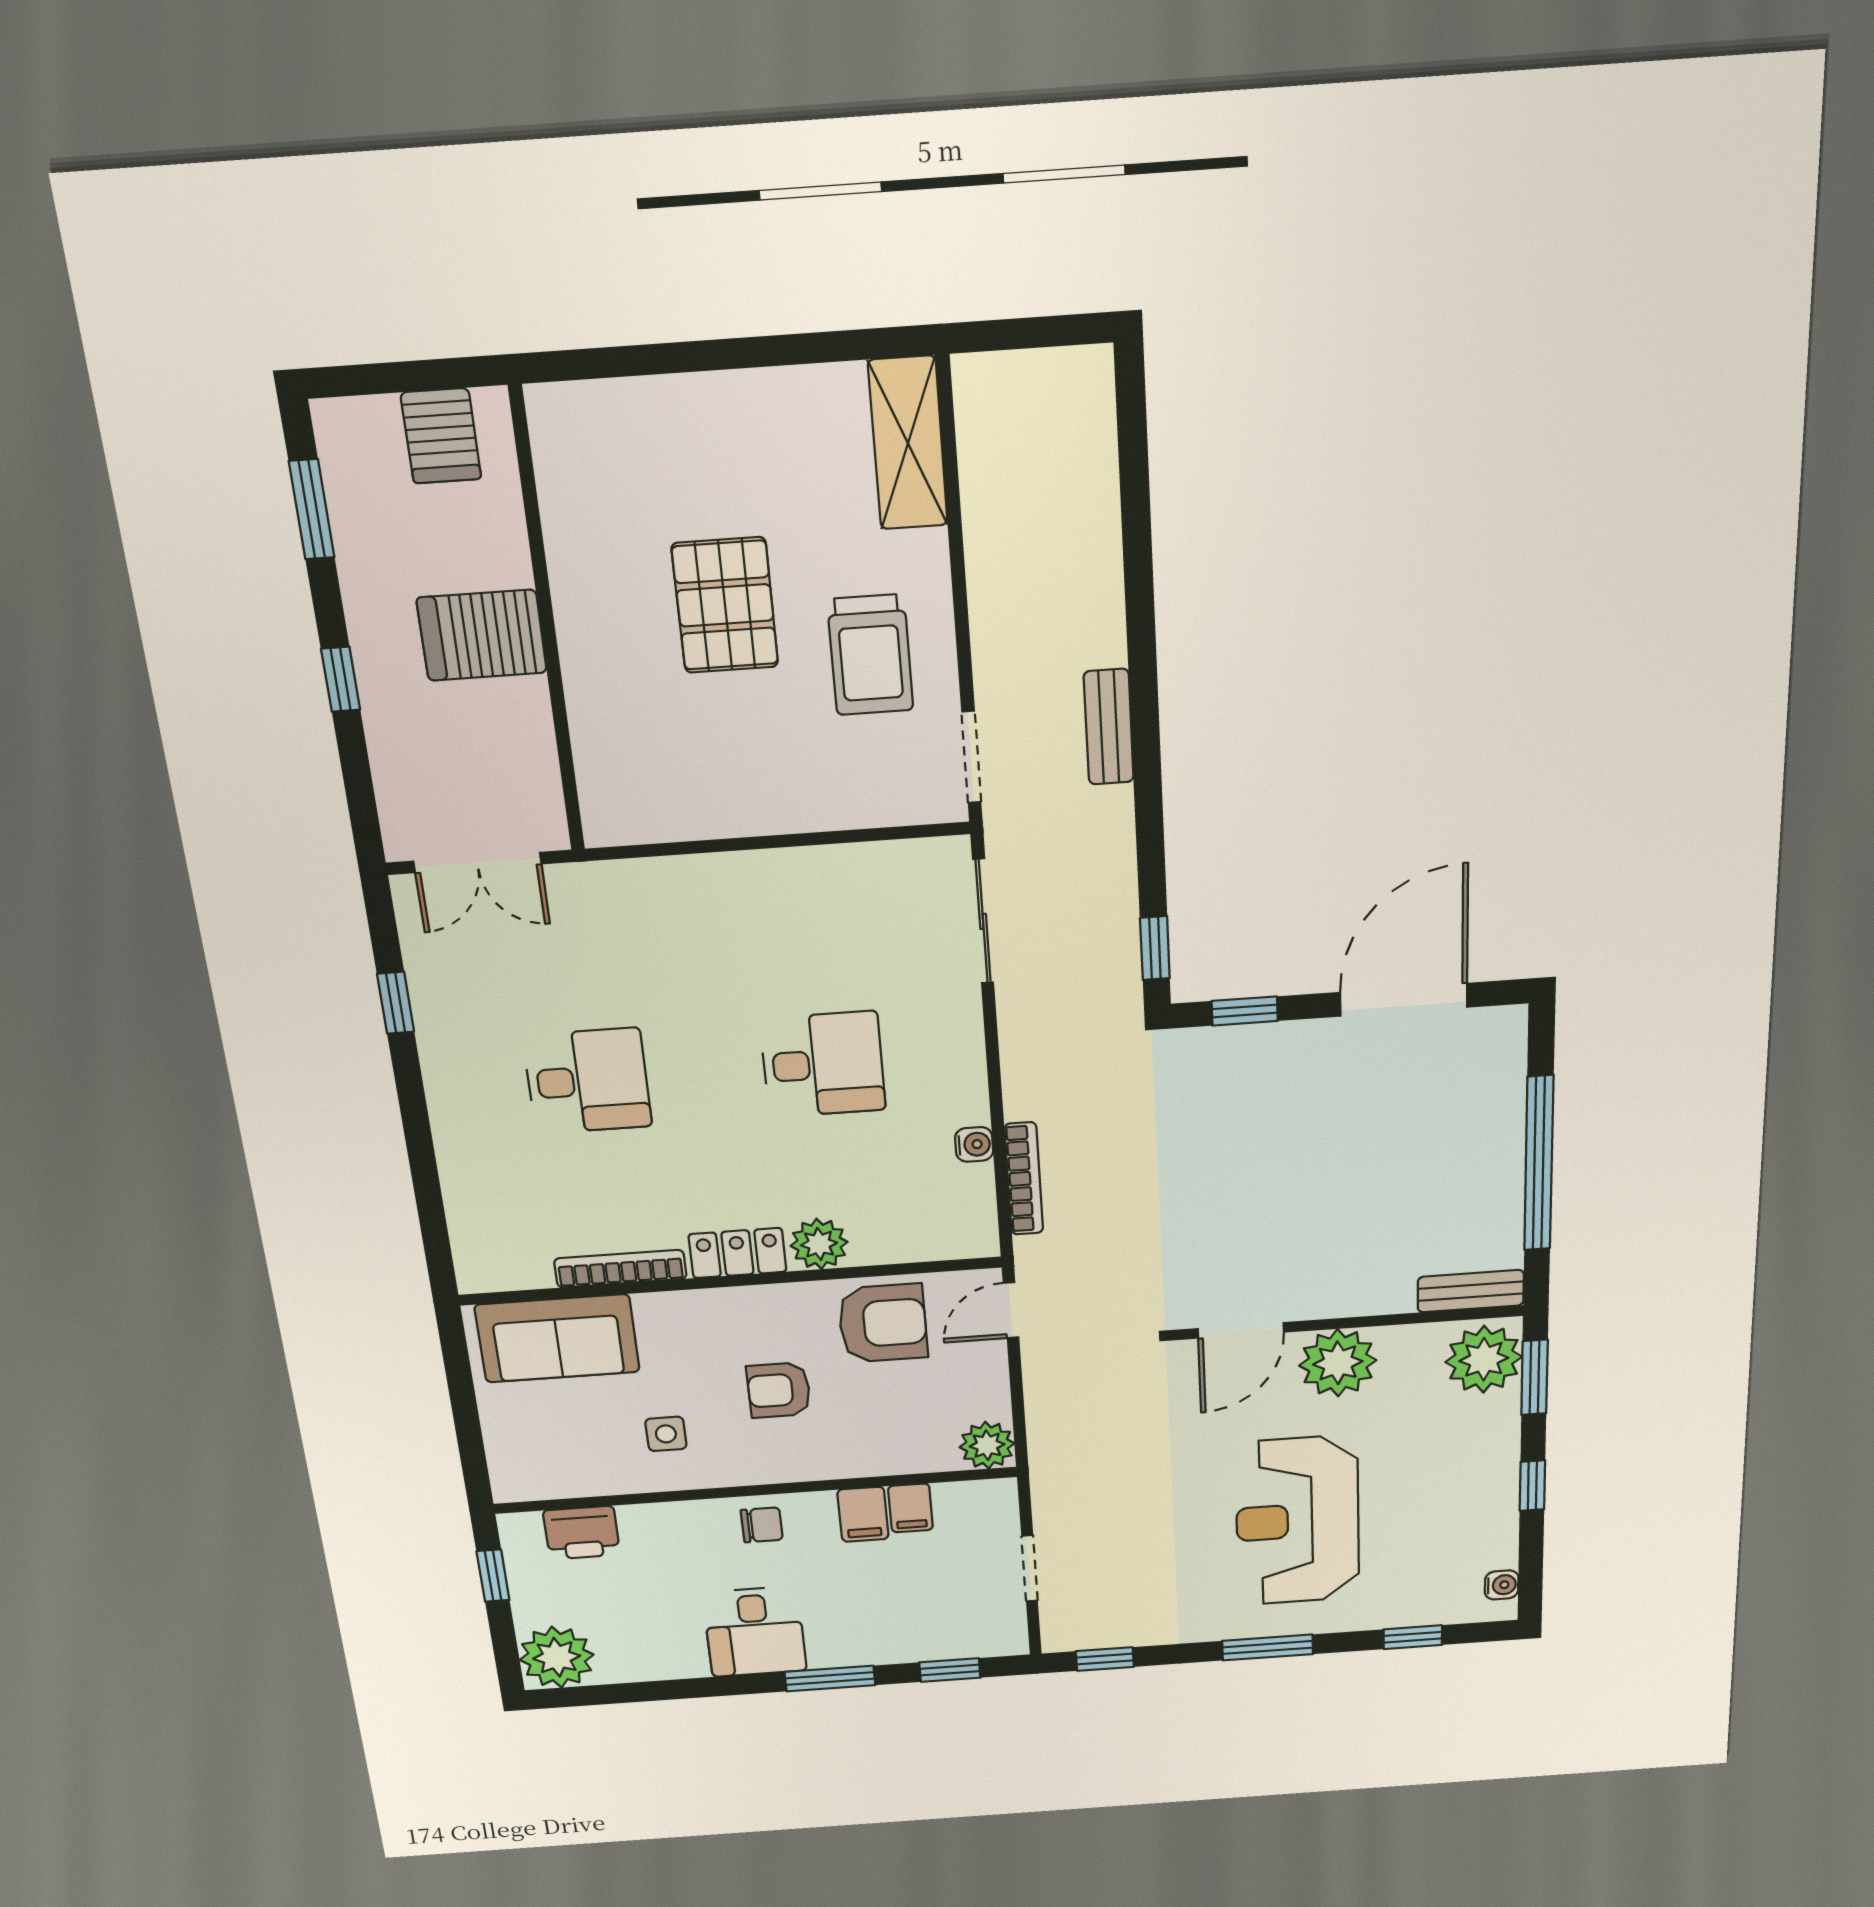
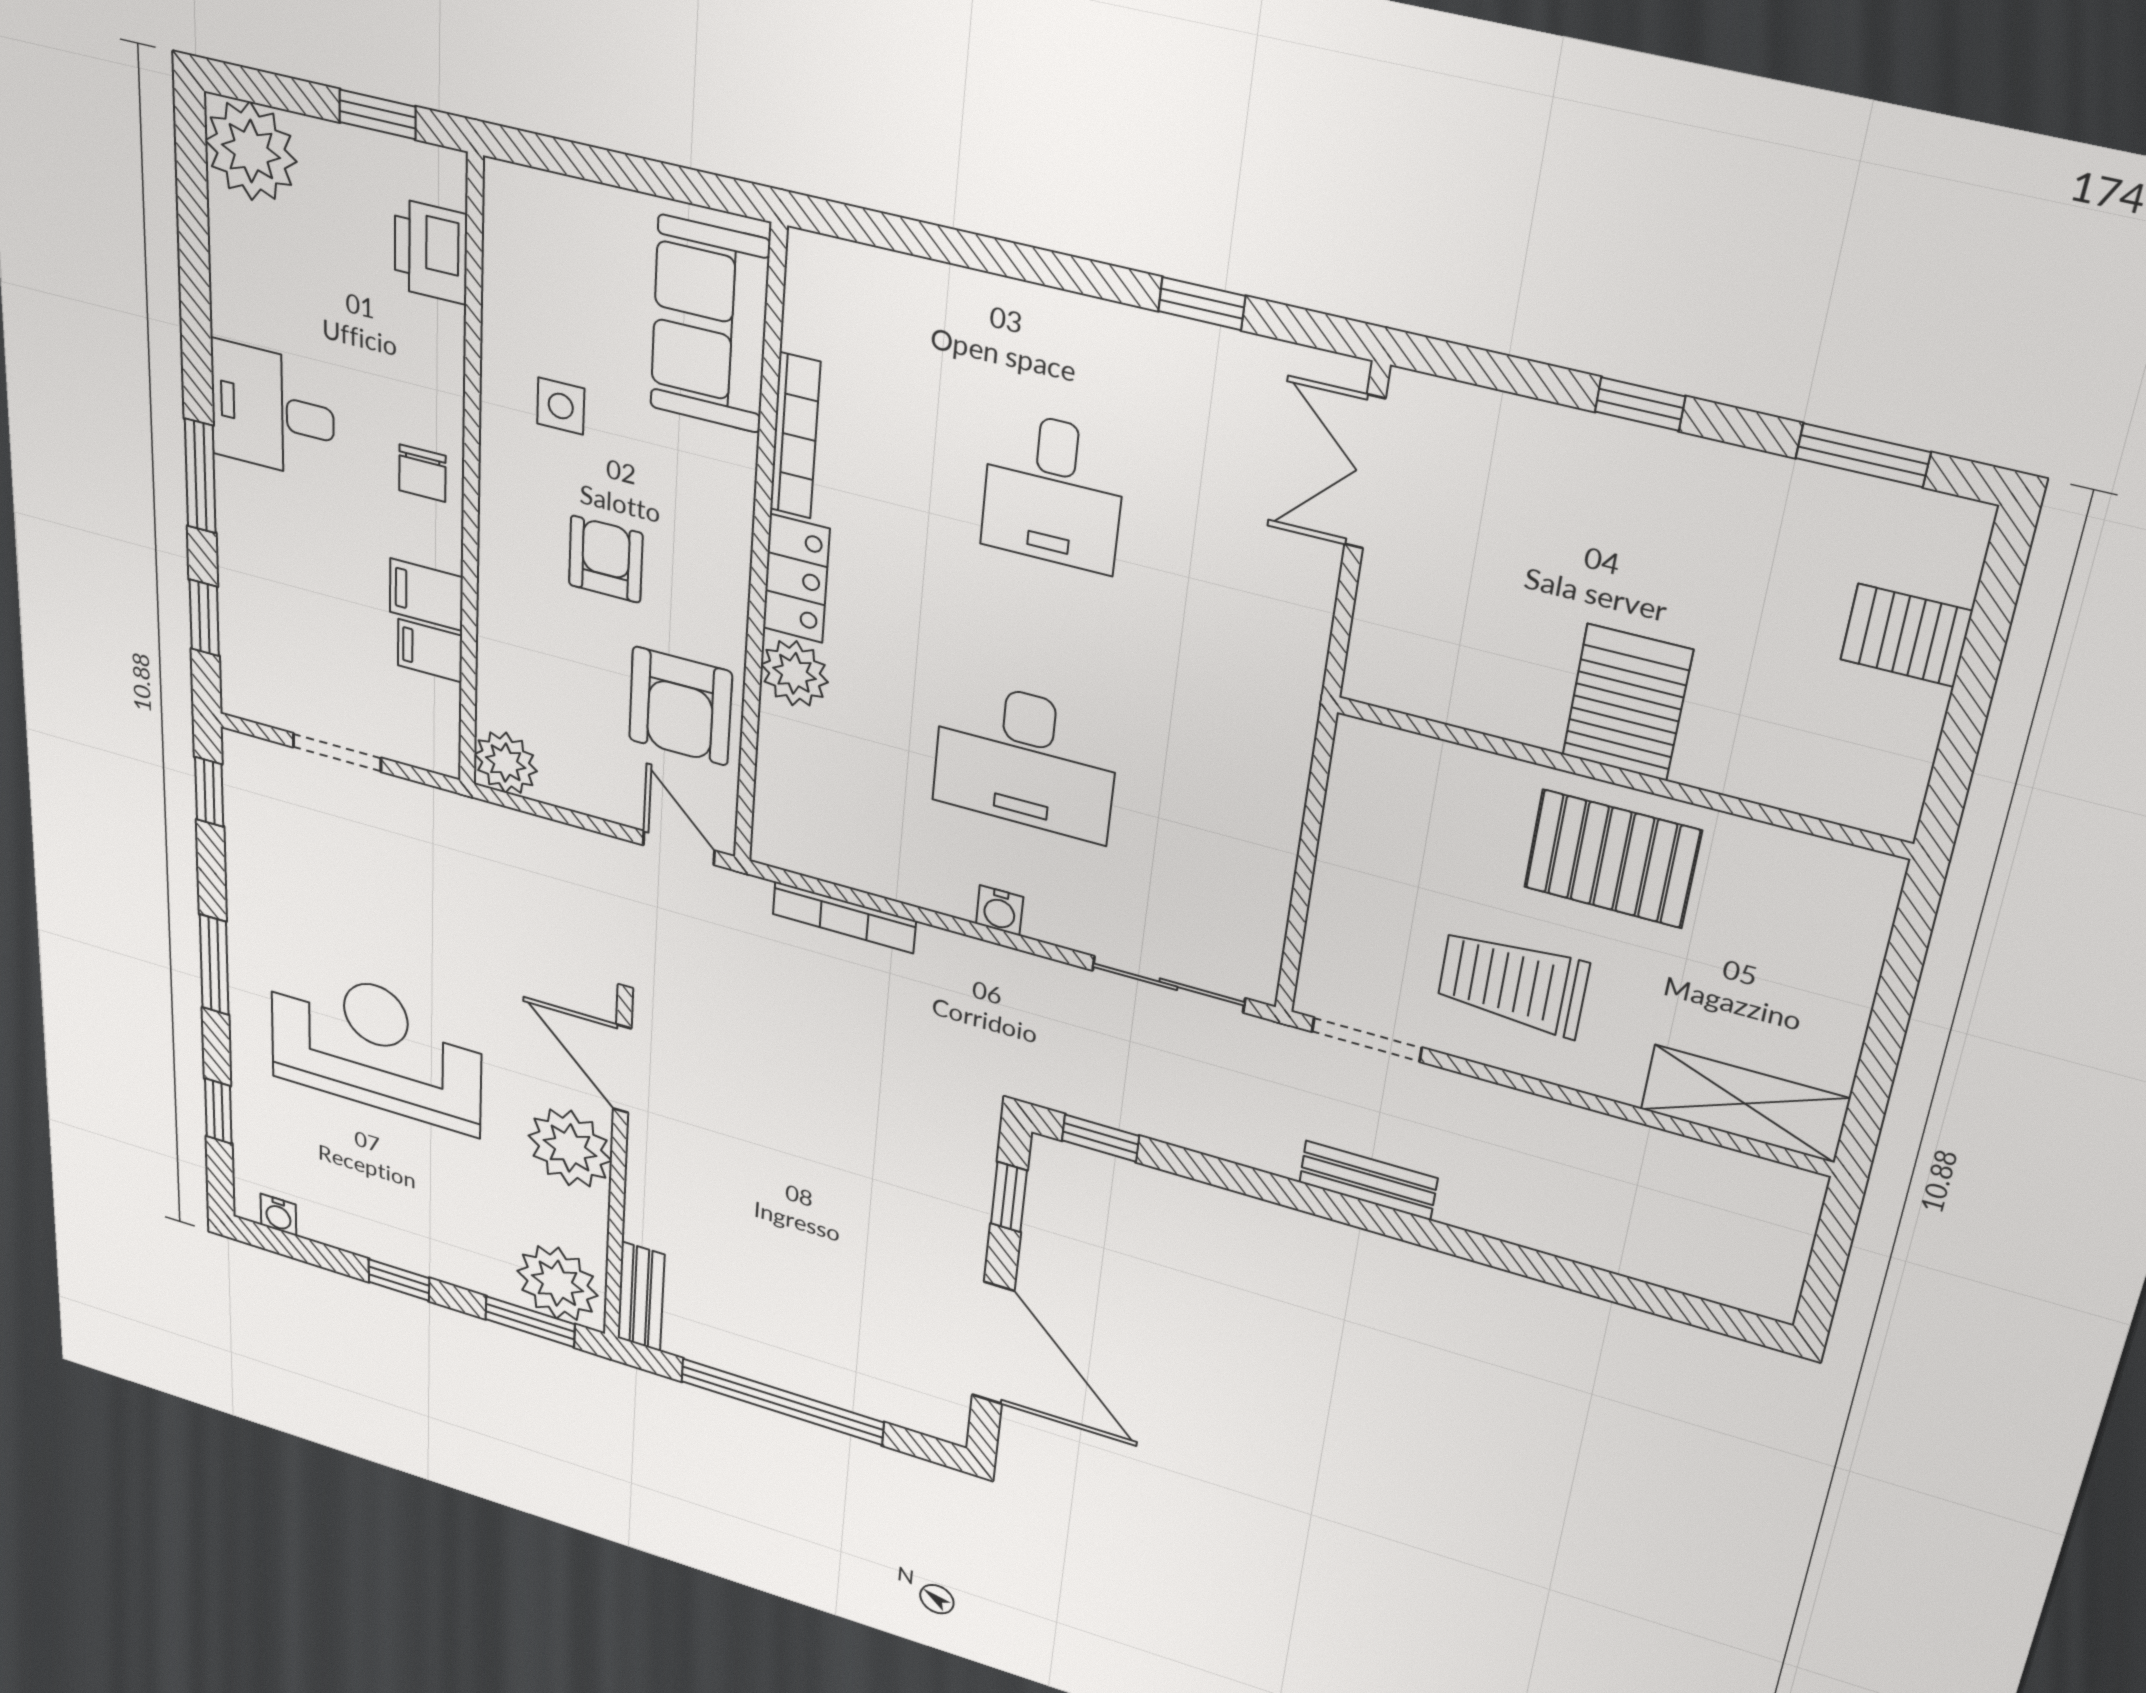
wall: (548, 625) -> (1620, 777), moved
server rack: (482, 635) -> (1627, 703), moved
desk: (823, 1064) -> (1025, 760), width x1.37
water cooler: (974, 1144) -> (1000, 910), moved

